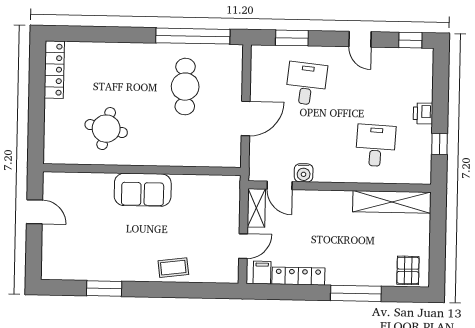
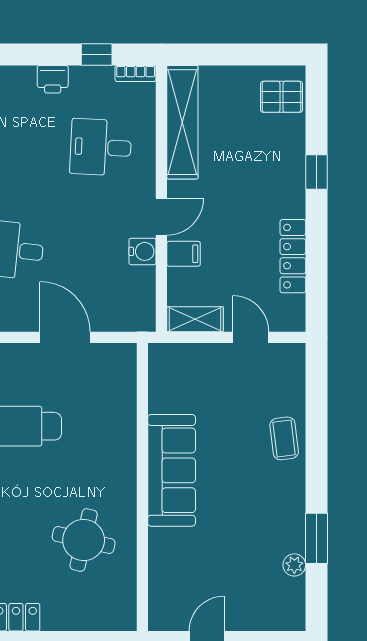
bookcase: (426, 170) -> (136, 73), added
door: (280, 185) -> (161, 217), moved
sofa: (143, 190) -> (172, 470), width x1.36
plant: (86, 273) -> (294, 565), added
filing cabinet: (262, 273) -> (184, 254), moved, turned 180
window: (356, 293) -> (316, 172), width x0.46

